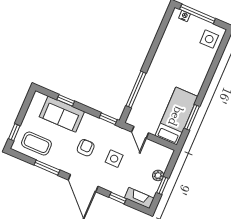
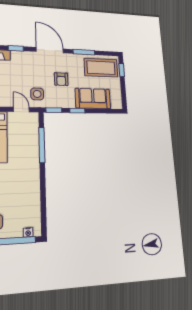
window: (66, 100) -> (77, 111), moved
coffee table: (36, 144) -> (101, 68), width x1.36, depth x1.32
side table: (114, 159) -> (37, 94), moved

